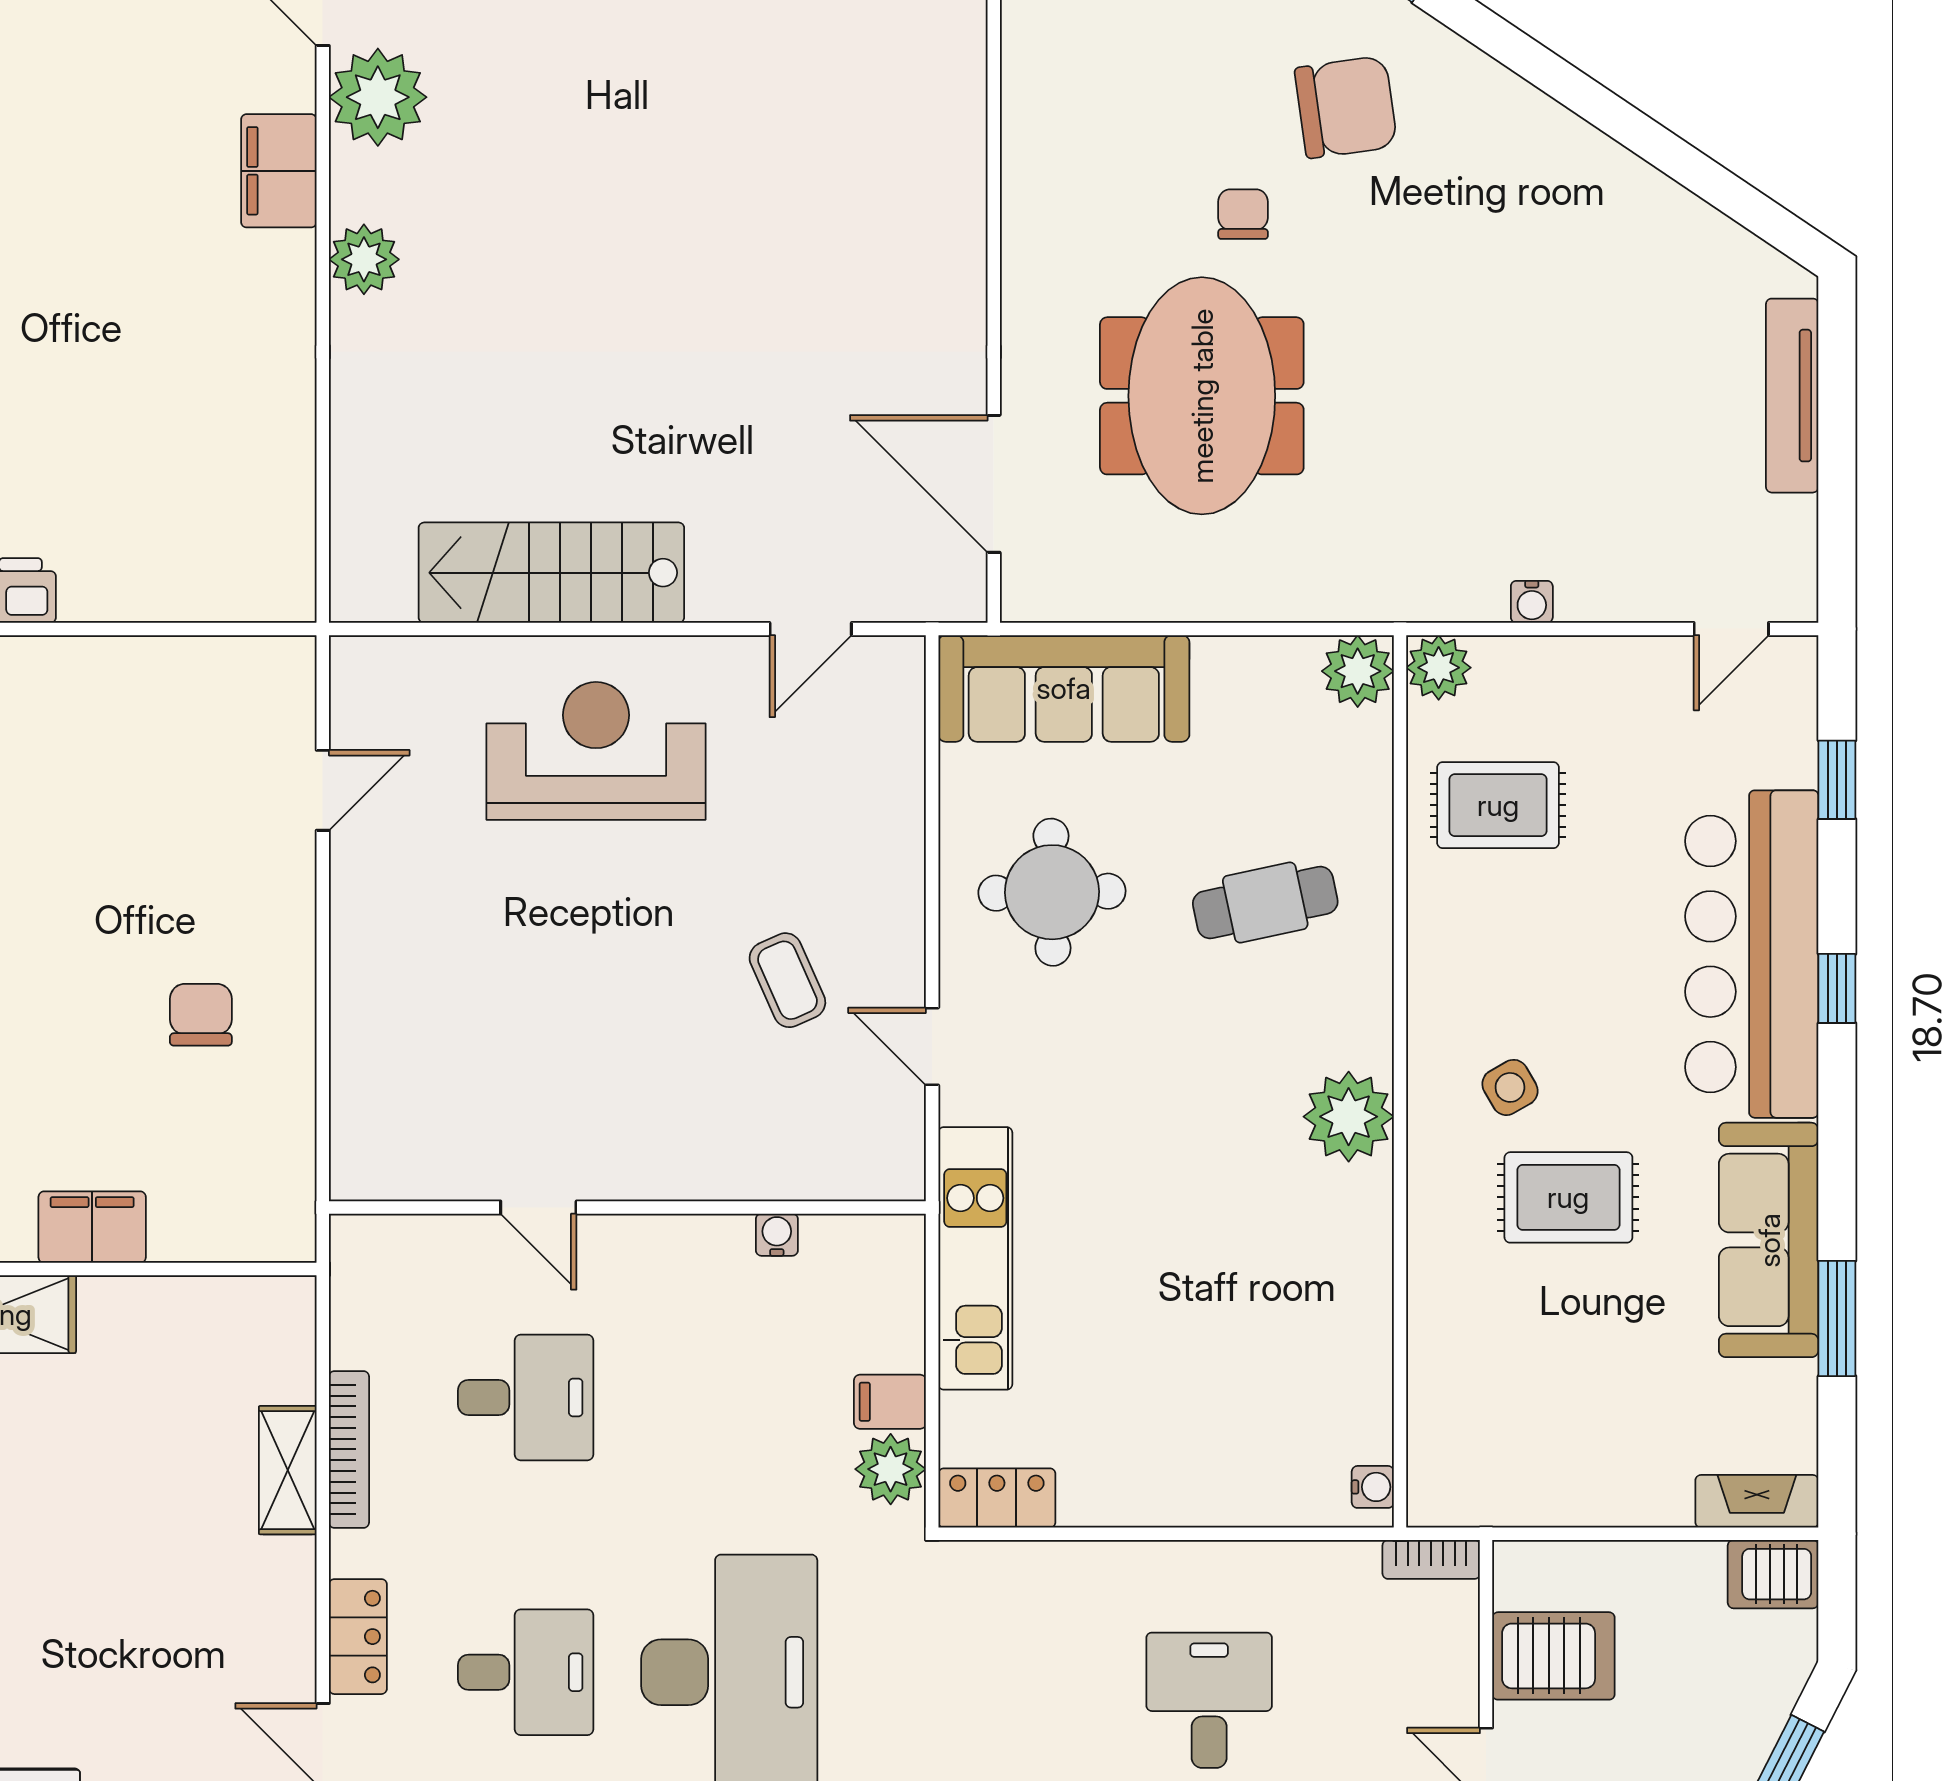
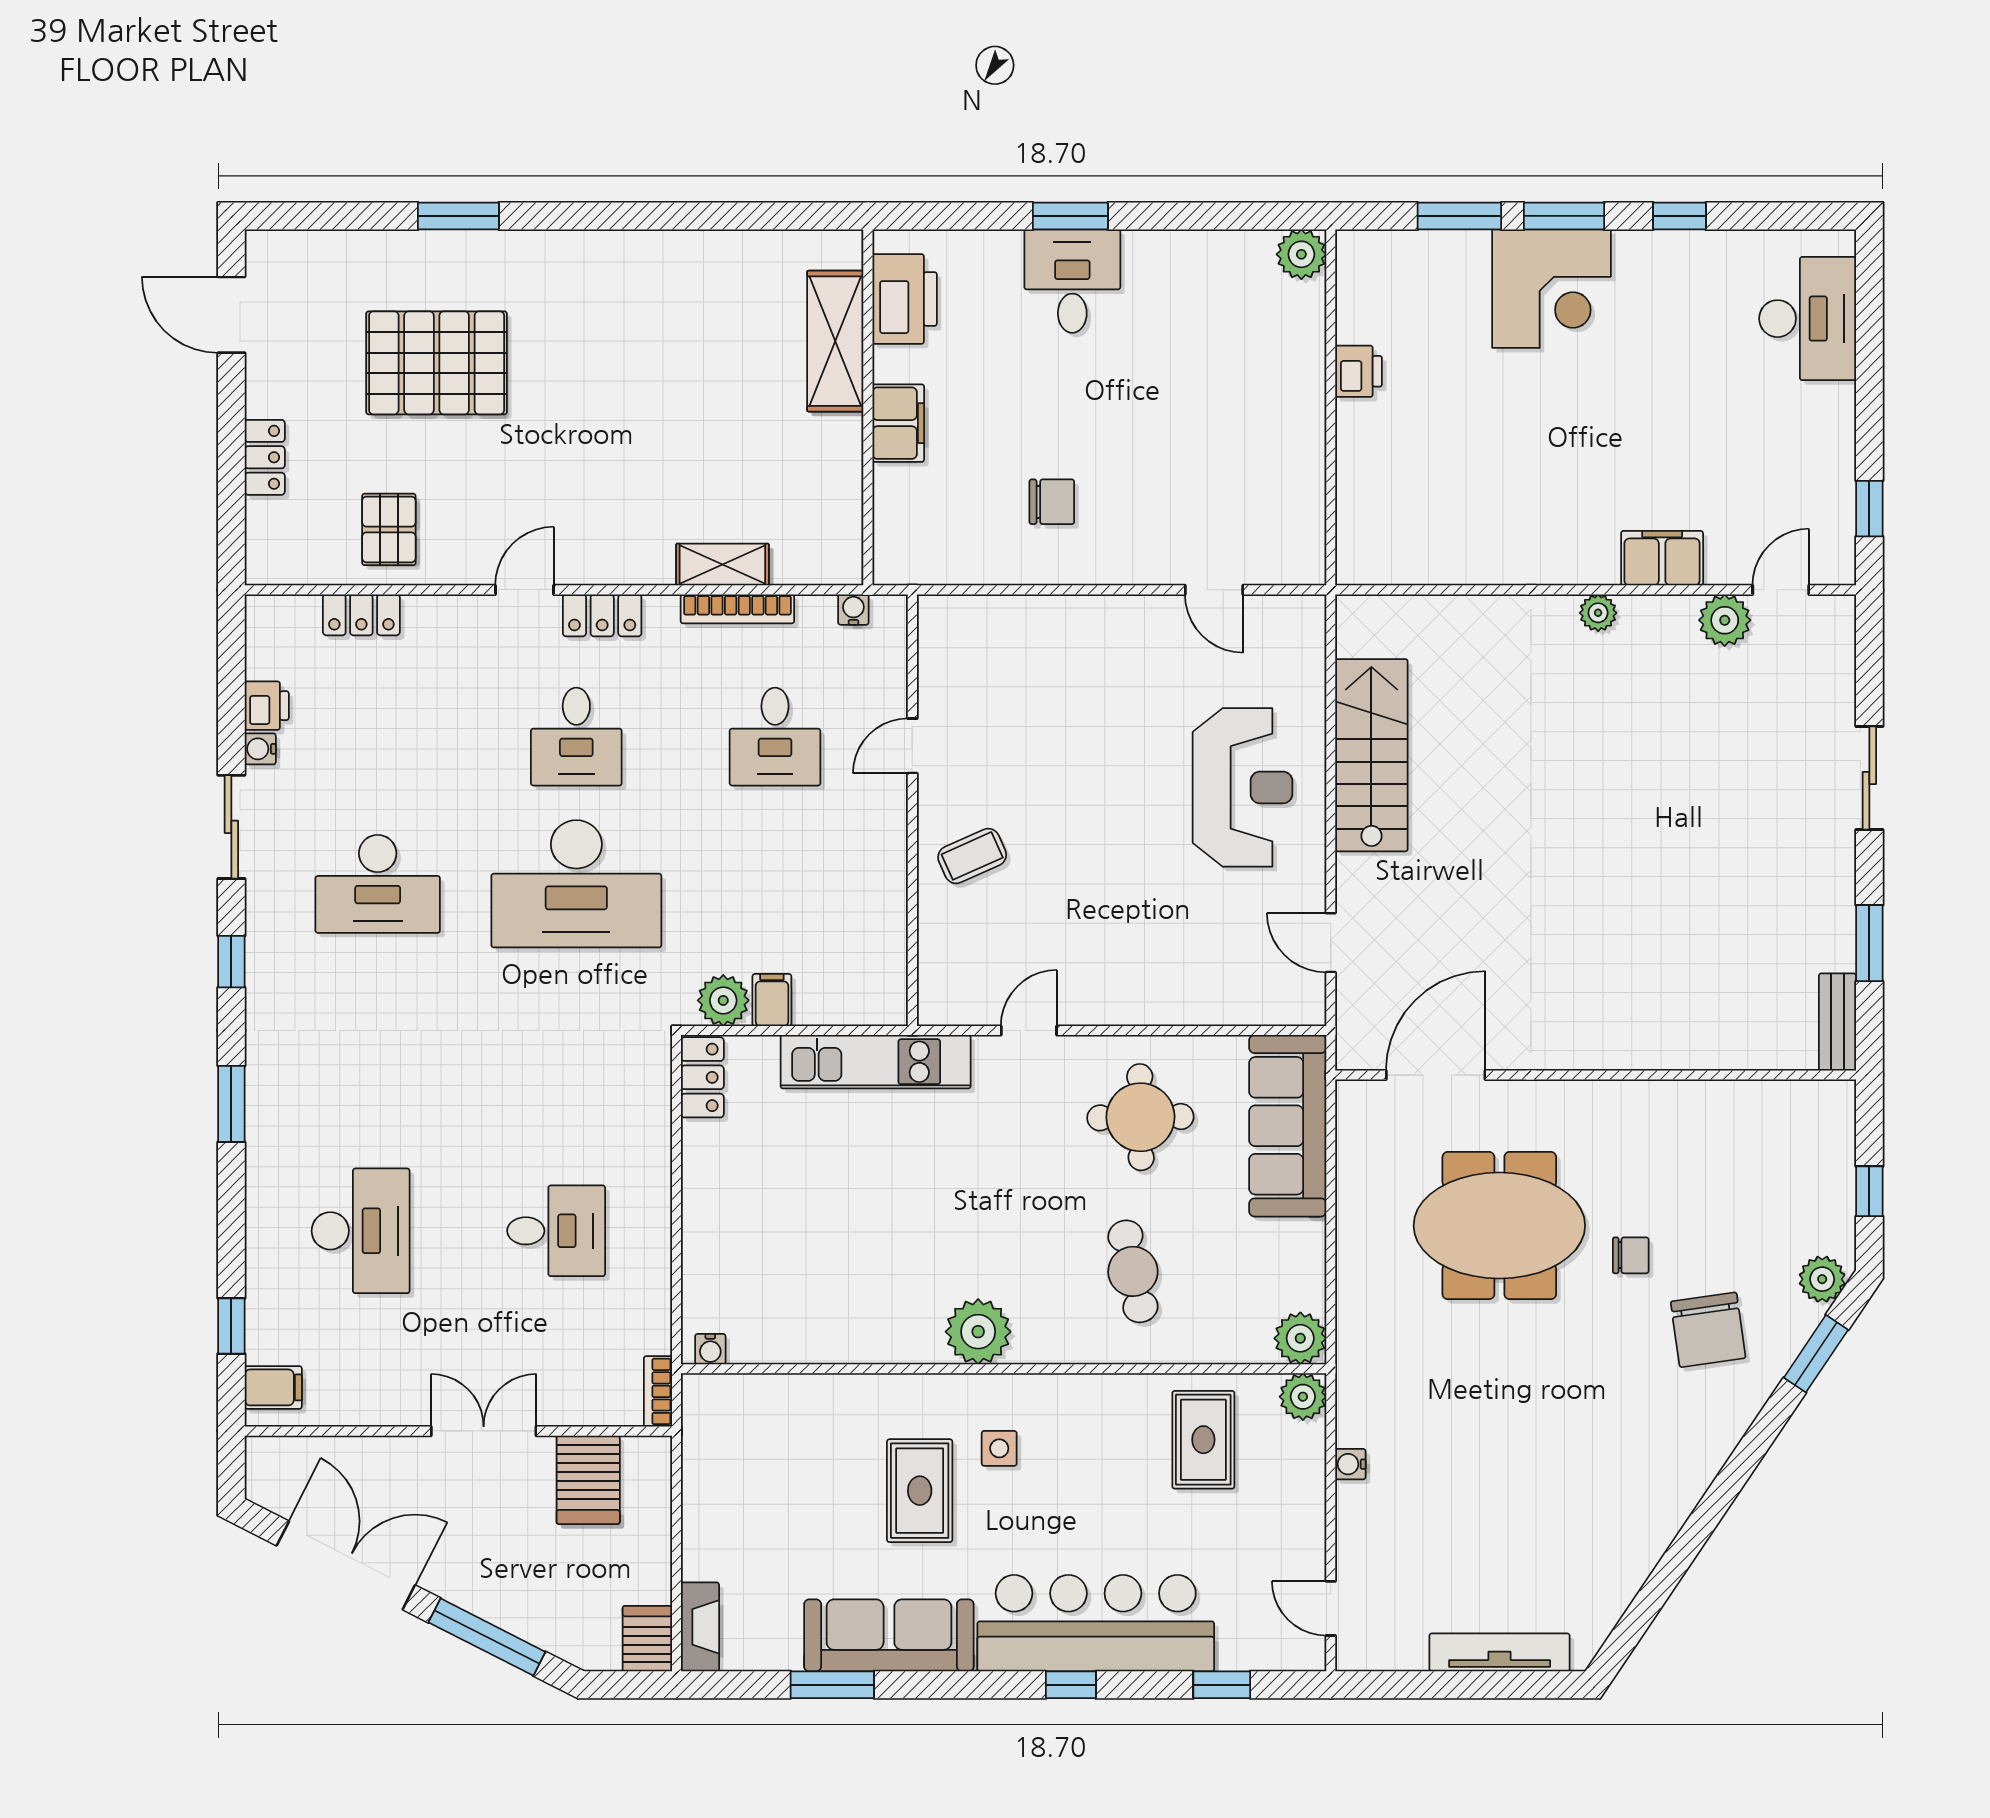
plant: (378, 97) -> (1725, 620), width x0.73, depth x0.73
plant: (364, 259) -> (1598, 613), width x0.73, depth x0.73
coffee table: (787, 980) -> (972, 856), moved
side table: (1510, 1087) -> (999, 1448), turned 30
water cooler: (777, 1235) -> (853, 610), moved, turned -90

